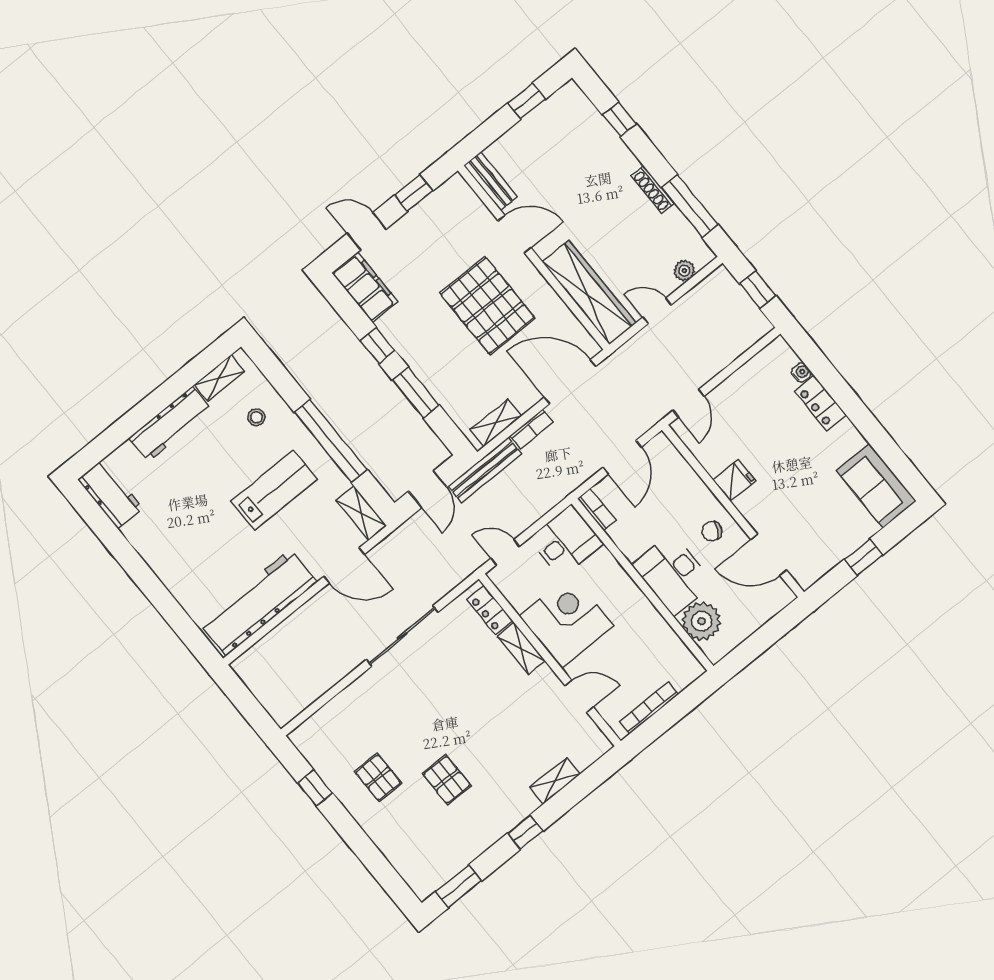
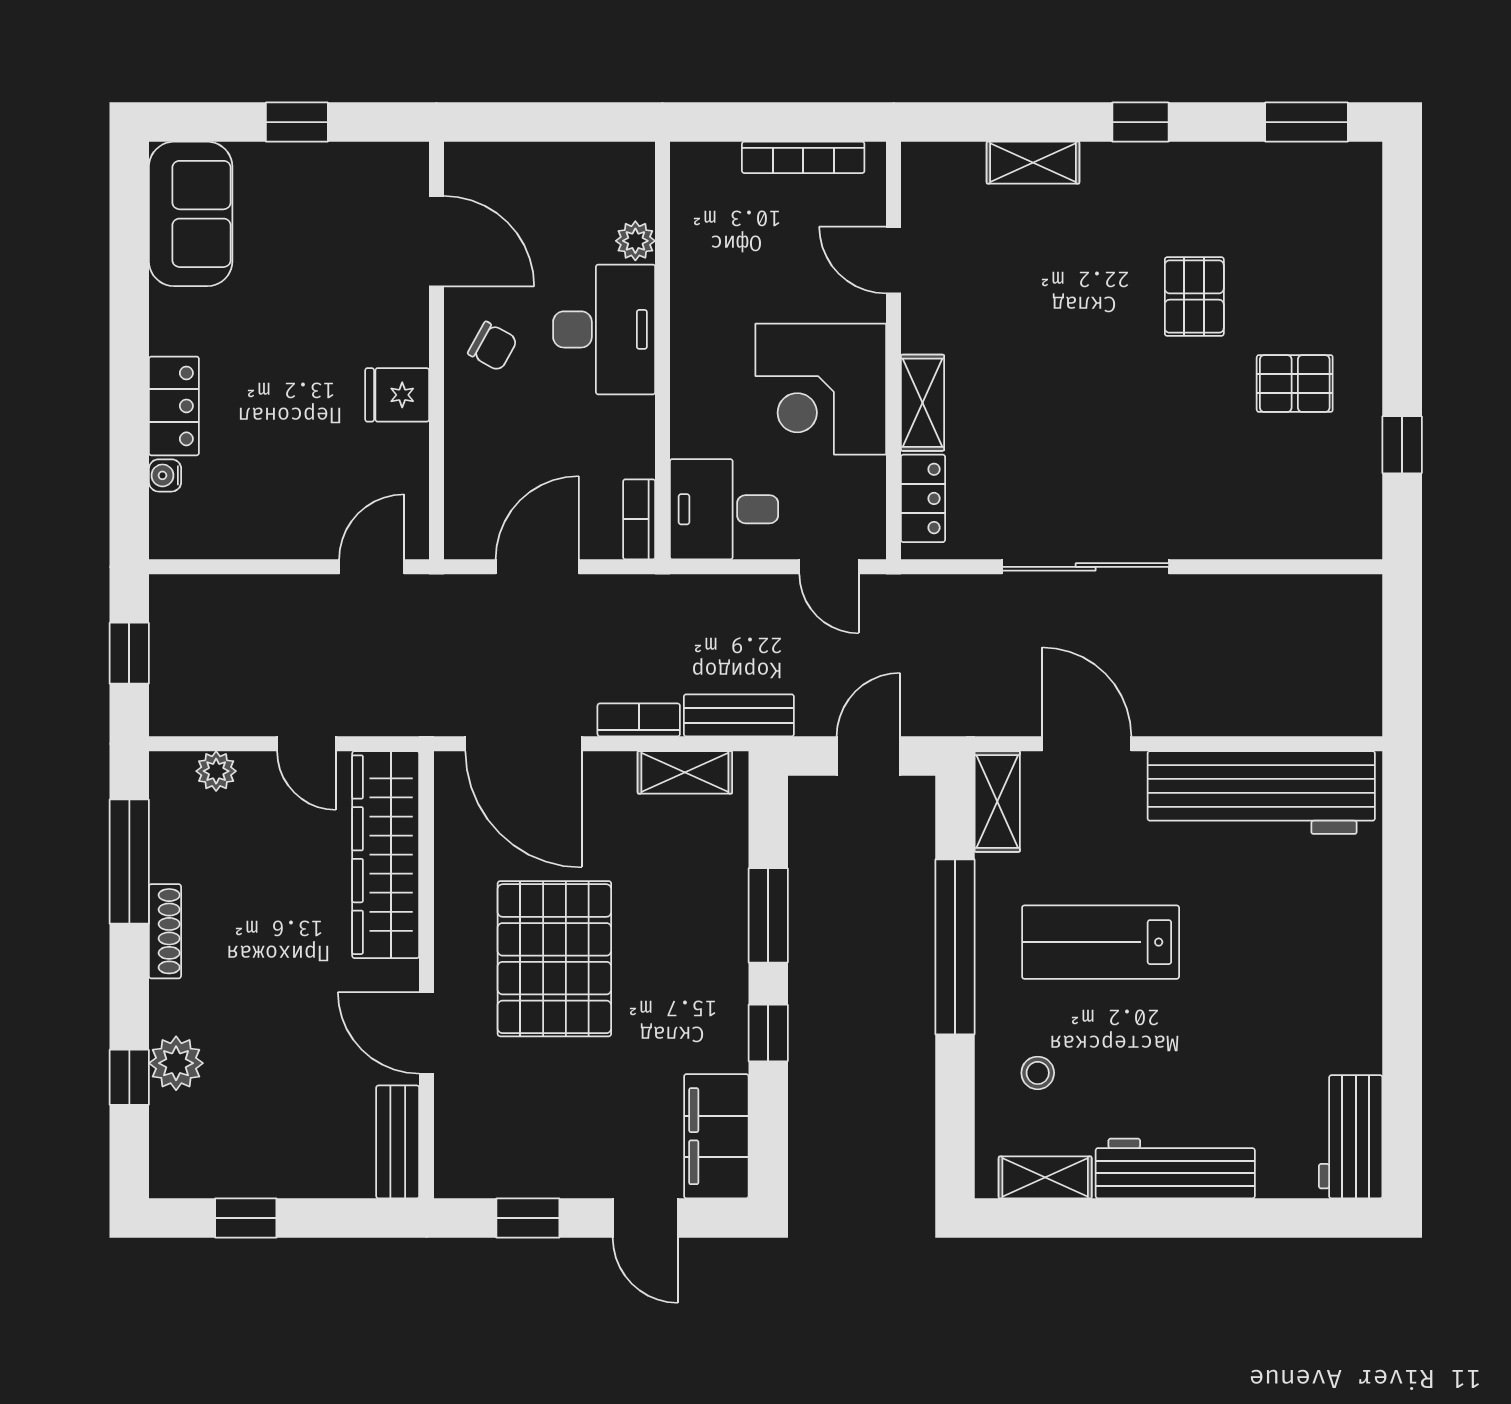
plant: (605, 140) -> (176, 1063), added
bench: (485, 470) -> (739, 715), width x0.73
plant: (702, 621) -> (635, 241), width x0.53, depth x0.53
pallet: (378, 778) -> (1295, 384), turned 90

